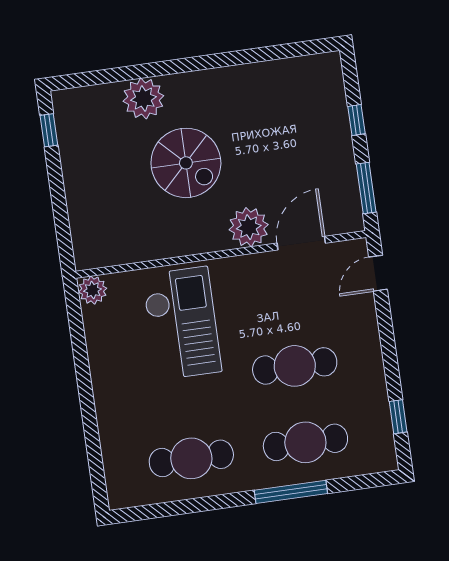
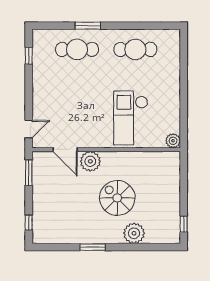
window: (221, 60) -> (93, 247), added
window: (357, 120) -> (29, 223), moved
door: (301, 243) -> (65, 150), hinge flipped
cafe table: (295, 366) -> (77, 89), removed
window: (291, 492) -> (88, 26), width x0.69

